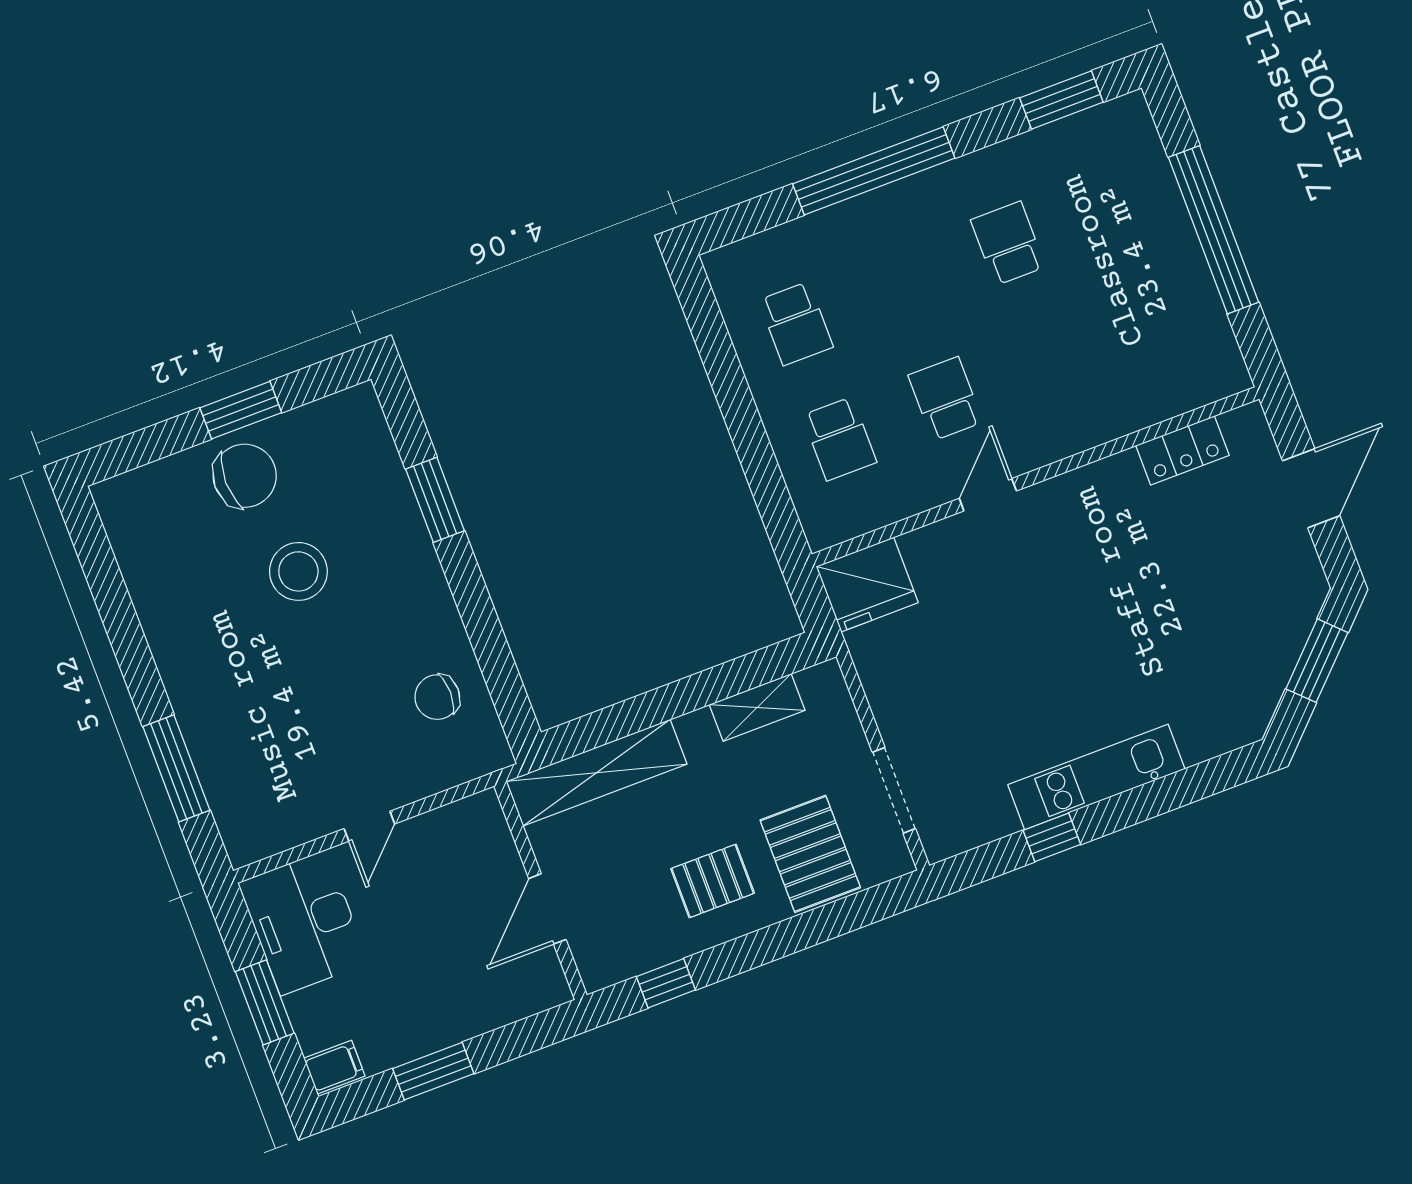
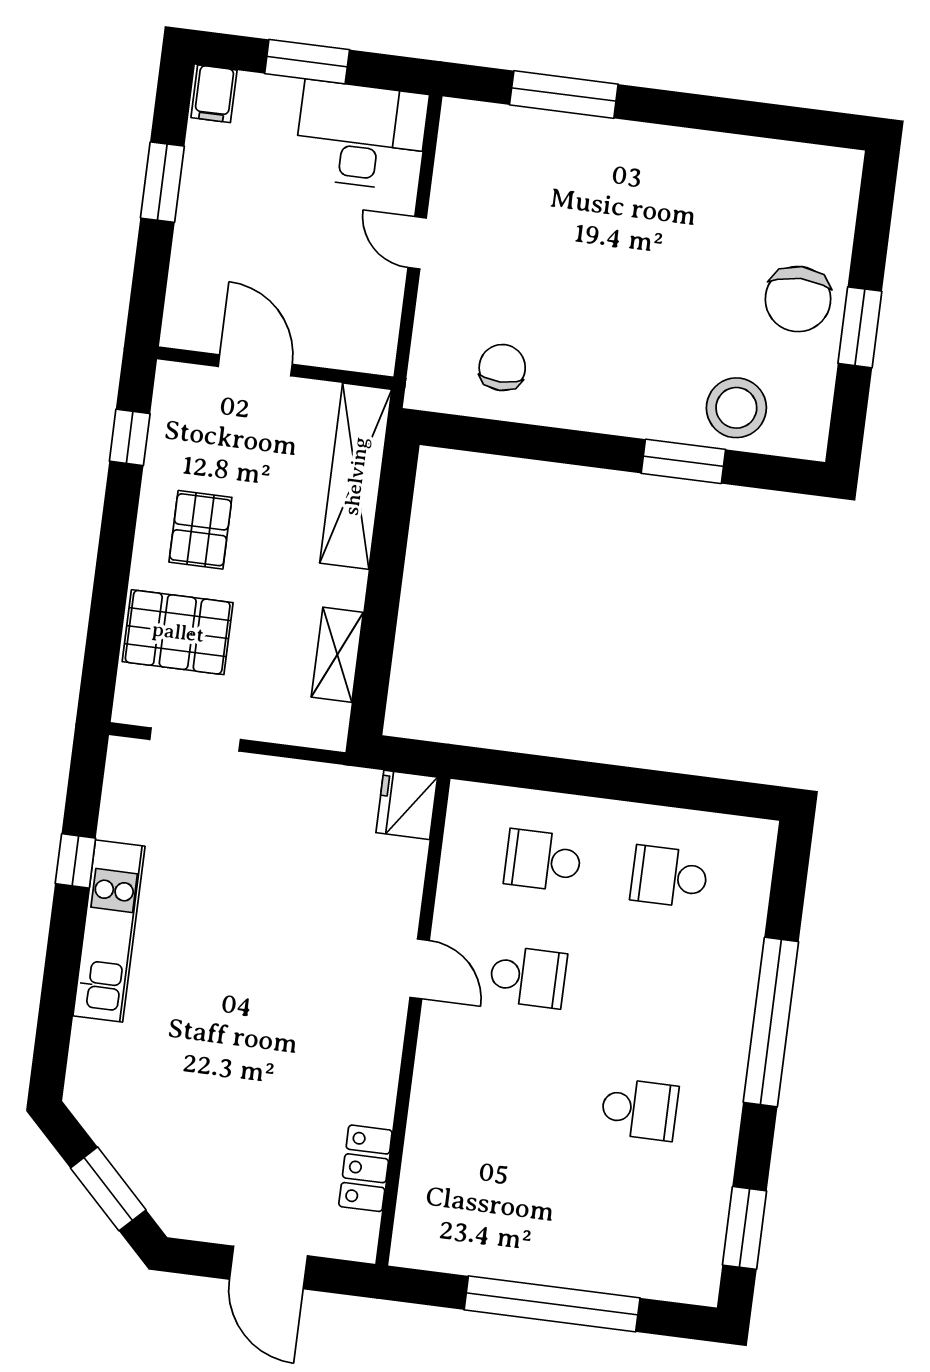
stool: (298, 571) -> (736, 408), moved
fridge: (867, 585) -> (407, 805), width x0.73, depth x0.75

